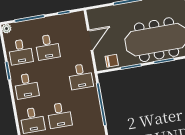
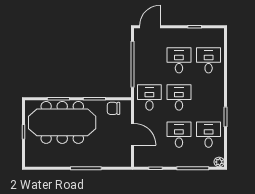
door: (90, 40) -> (133, 134), swing flipped
desk: (26, 86) -> (179, 97), moved

